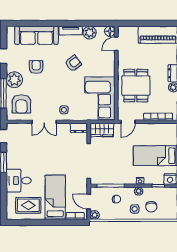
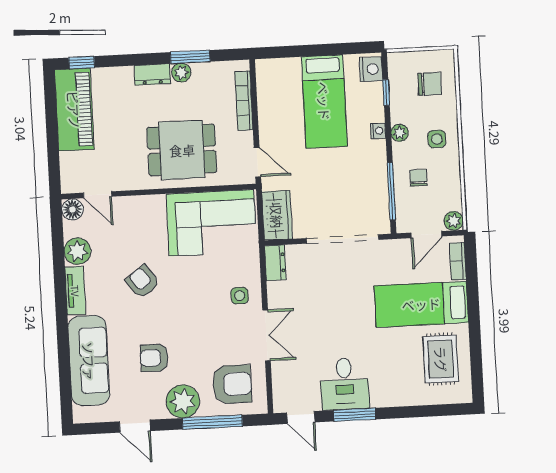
desk: (19, 181) -> (345, 384), moved
chair: (151, 207) -> (430, 84), moved

